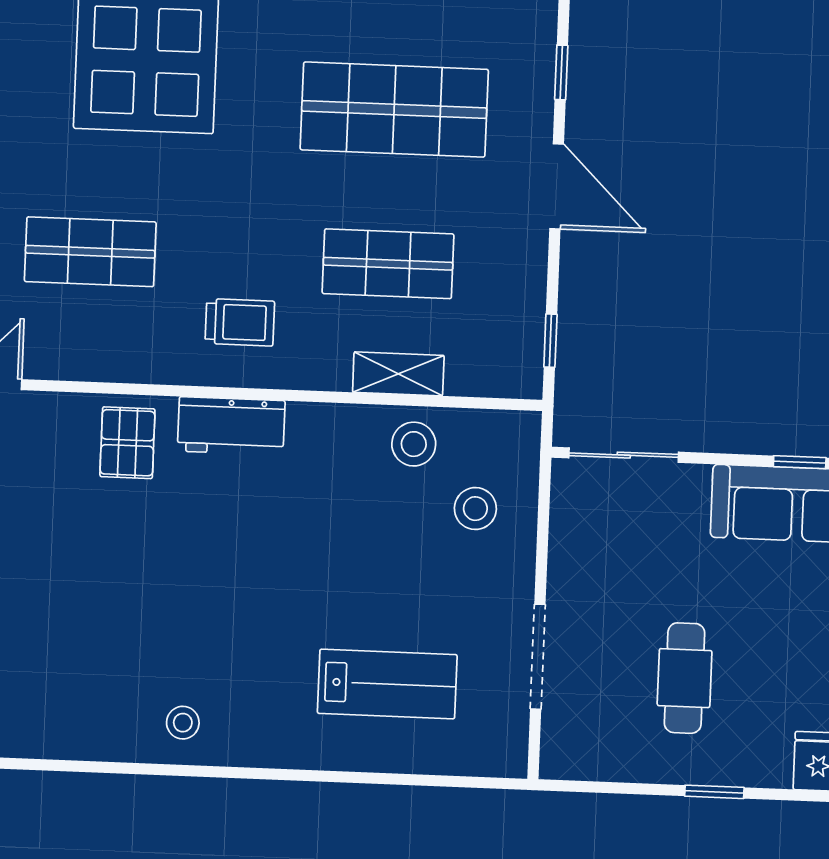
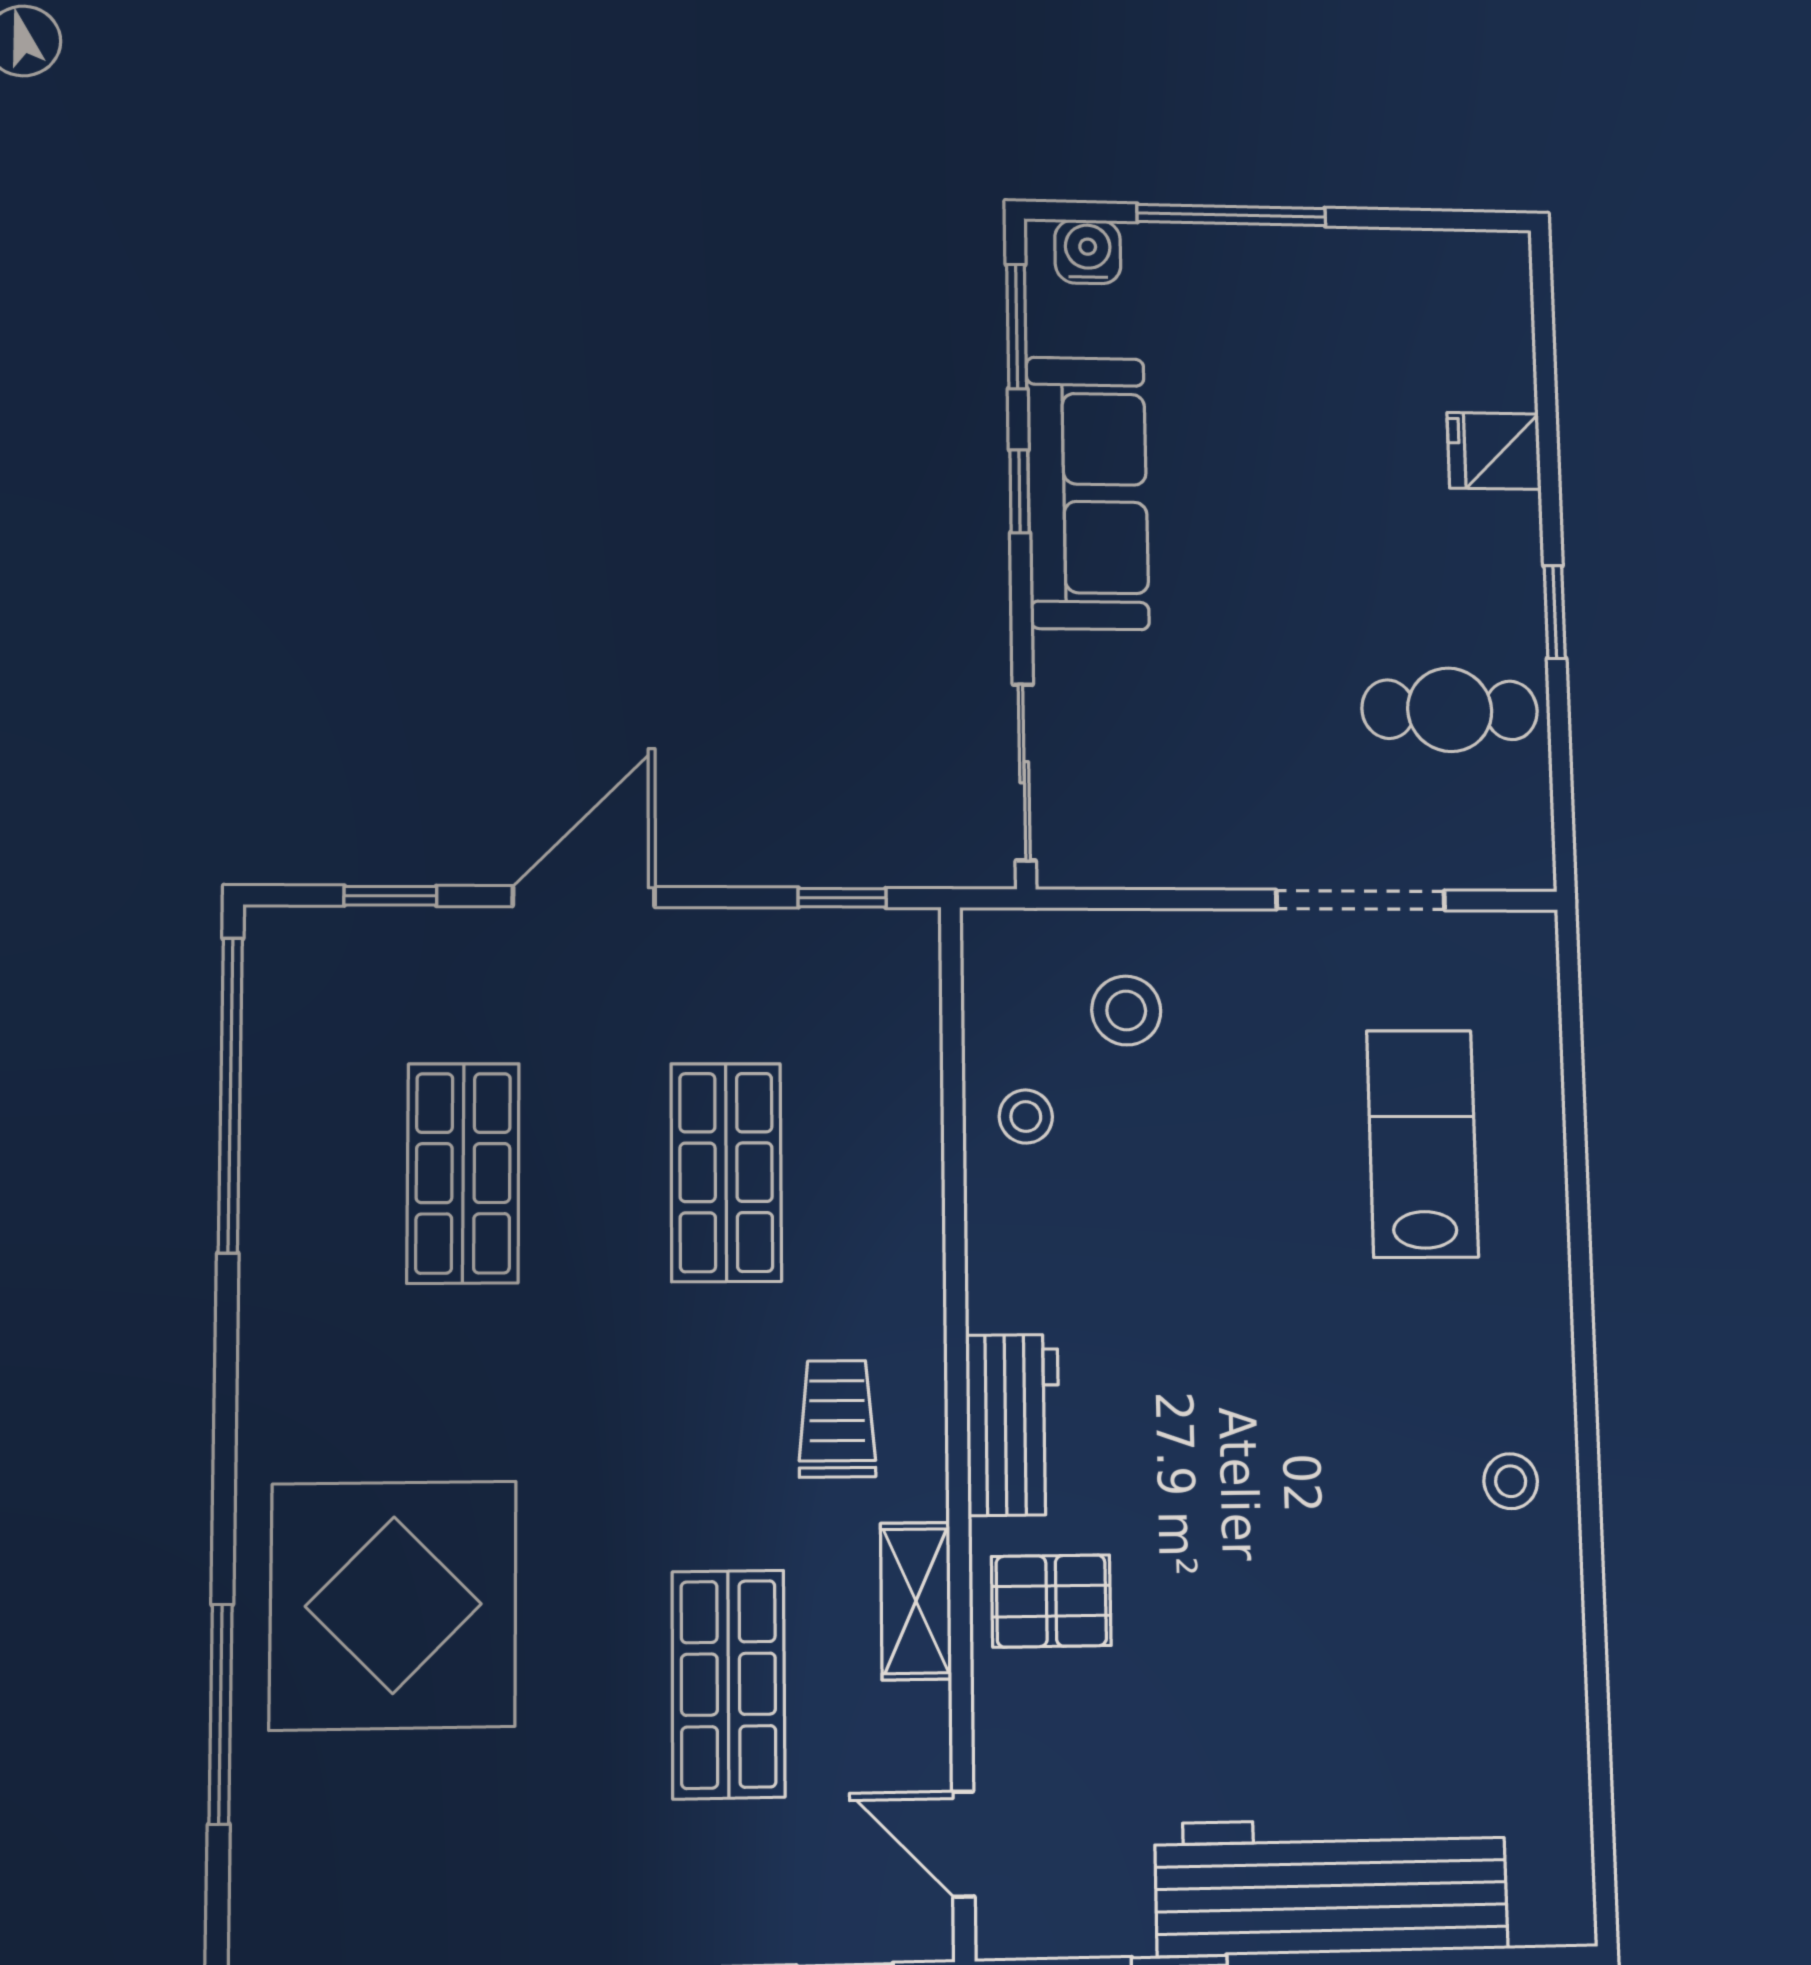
shop shelf: (394, 110) -> (463, 1173), width x0.70, depth x0.74
shelving: (398, 374) -> (916, 1601), moved
stool: (414, 444) -> (1026, 1117), width x0.73, depth x0.73
cafe table: (685, 678) -> (1450, 710), moved

